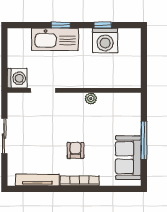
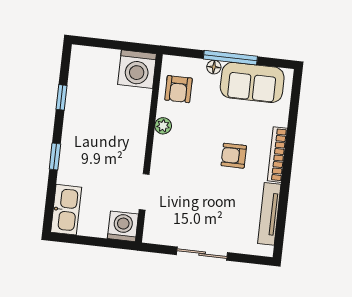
kitchen sink: (55, 39) -> (66, 210), moved, width x0.73, depth x0.81
washing machine: (105, 40) -> (137, 69), moved, turned 90
armchair: (118, 106) -> (178, 89), added
floor lamp: (136, 129) -> (214, 67), added

